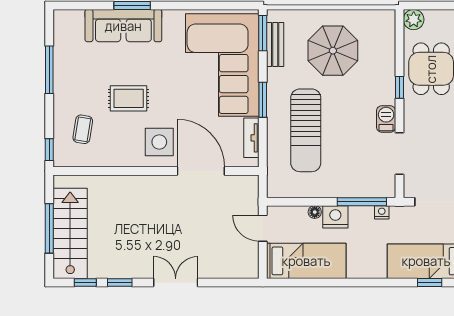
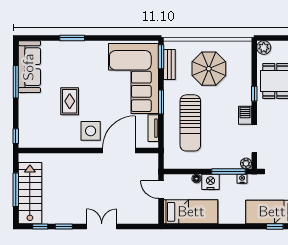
sofa: (123, 26) -> (29, 67), moved, turned -90
rug: (129, 98) -> (70, 101), turned 90
coffee table: (83, 129) -> (38, 122), removed
door: (201, 171) -> (119, 151), hinge flipped
plant: (388, 190) -> (246, 163), added

